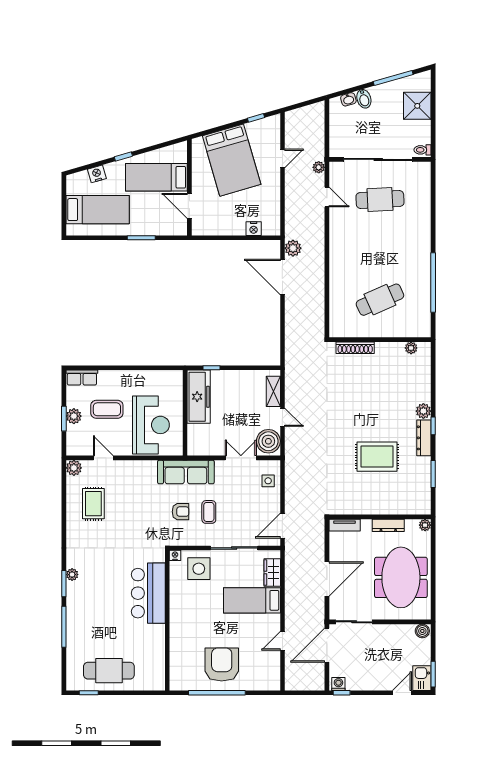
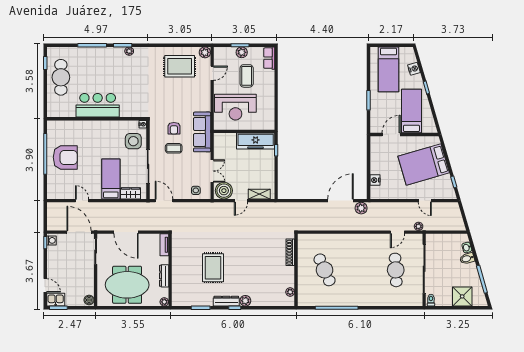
rug: (93, 504) -> (180, 66), width x1.36, depth x1.43
bar counter: (148, 593) -> (98, 105), moved

